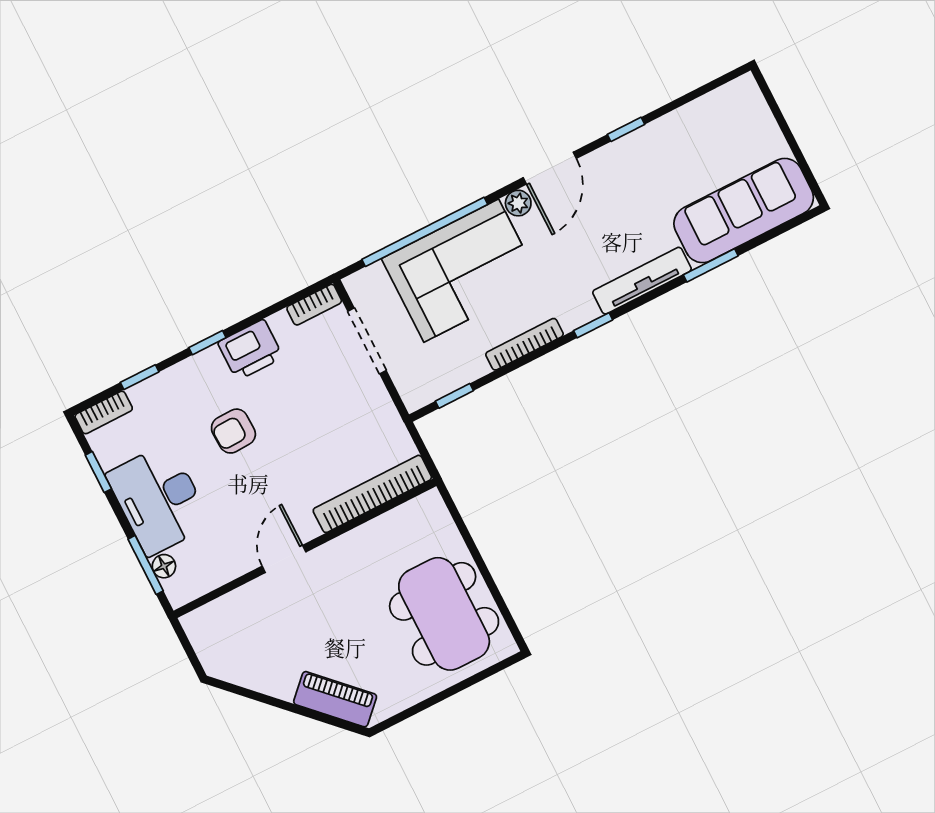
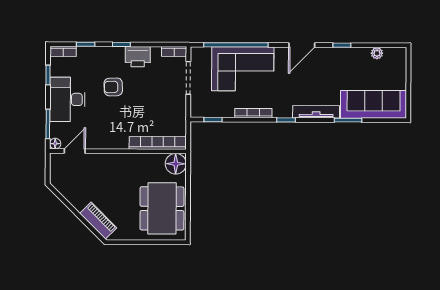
plant: (518, 203) -> (377, 53), moved
floor lamp: (427, 516) -> (176, 164), added
door: (284, 559) -> (75, 151), moved
floor lamp: (164, 566) -> (55, 144), moved

